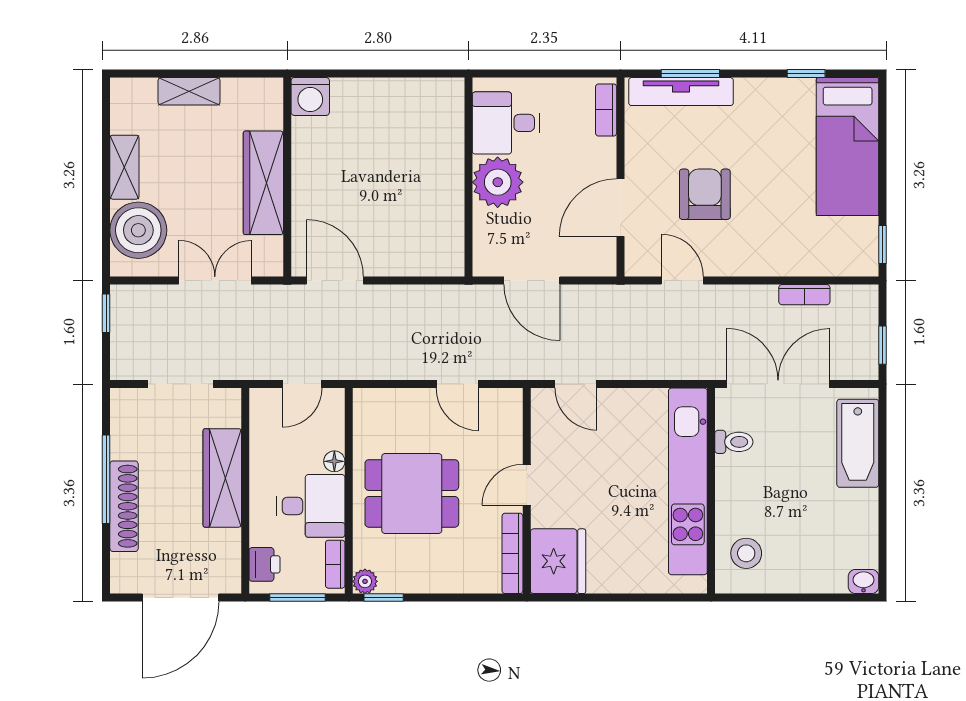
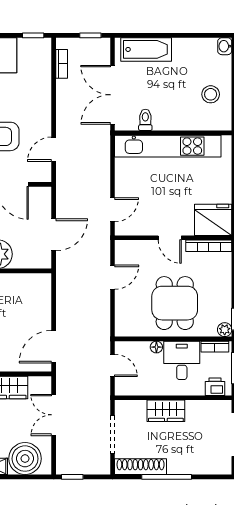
bookcase: (804, 295) -> (62, 64), moved
wardrobe: (222, 478) -> (166, 411), width x0.67
shoe rack: (124, 506) -> (141, 467), moved
stool: (746, 553) -> (211, 94), moved

